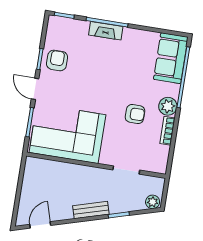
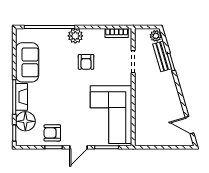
floor lamp: (76, 31) -> (25, 121), added
sofa: (171, 58) -> (27, 62), moved, turned -90
armchair: (135, 114) -> (86, 62), turned 180
bookcase: (167, 131) -> (117, 33), moved
bench: (91, 210) -> (162, 56), moved

